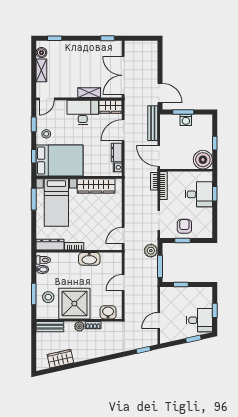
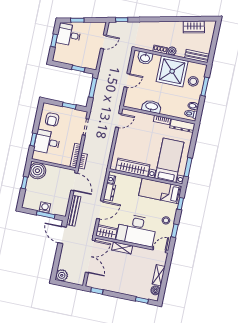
desk: (83, 112) -> (137, 230), width x1.36, depth x1.30
bed: (60, 161) -> (160, 191), width x0.67
armchair: (184, 226) -> (52, 119), moved
plant: (151, 251) -> (62, 275), moved

